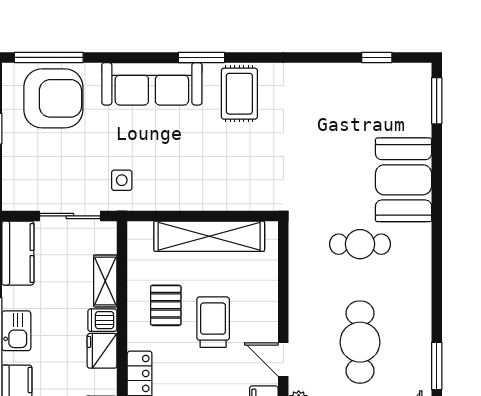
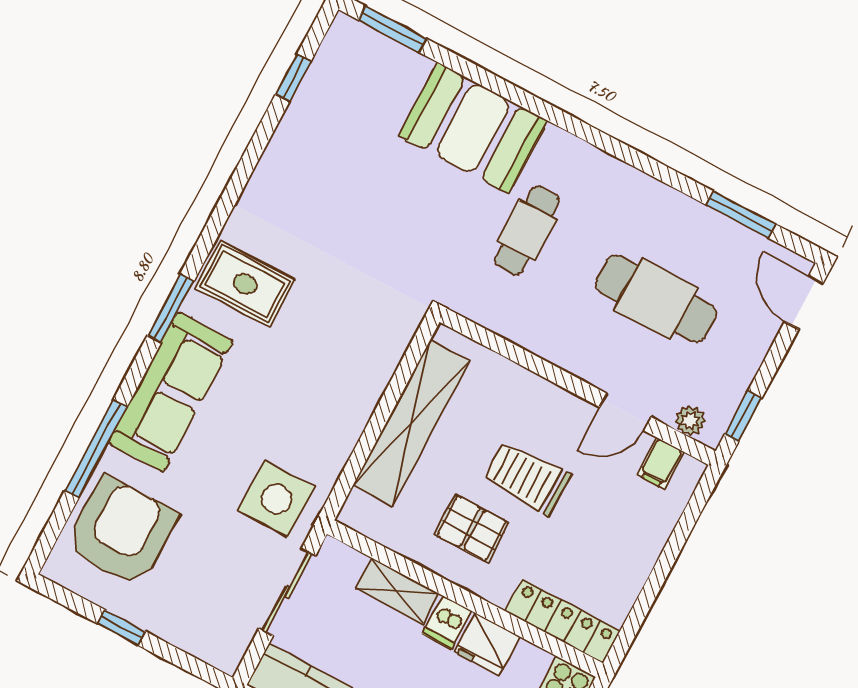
window: (49, 57) -> (96, 449), moved
side table: (122, 180) -> (276, 499), width x1.87, depth x1.87

